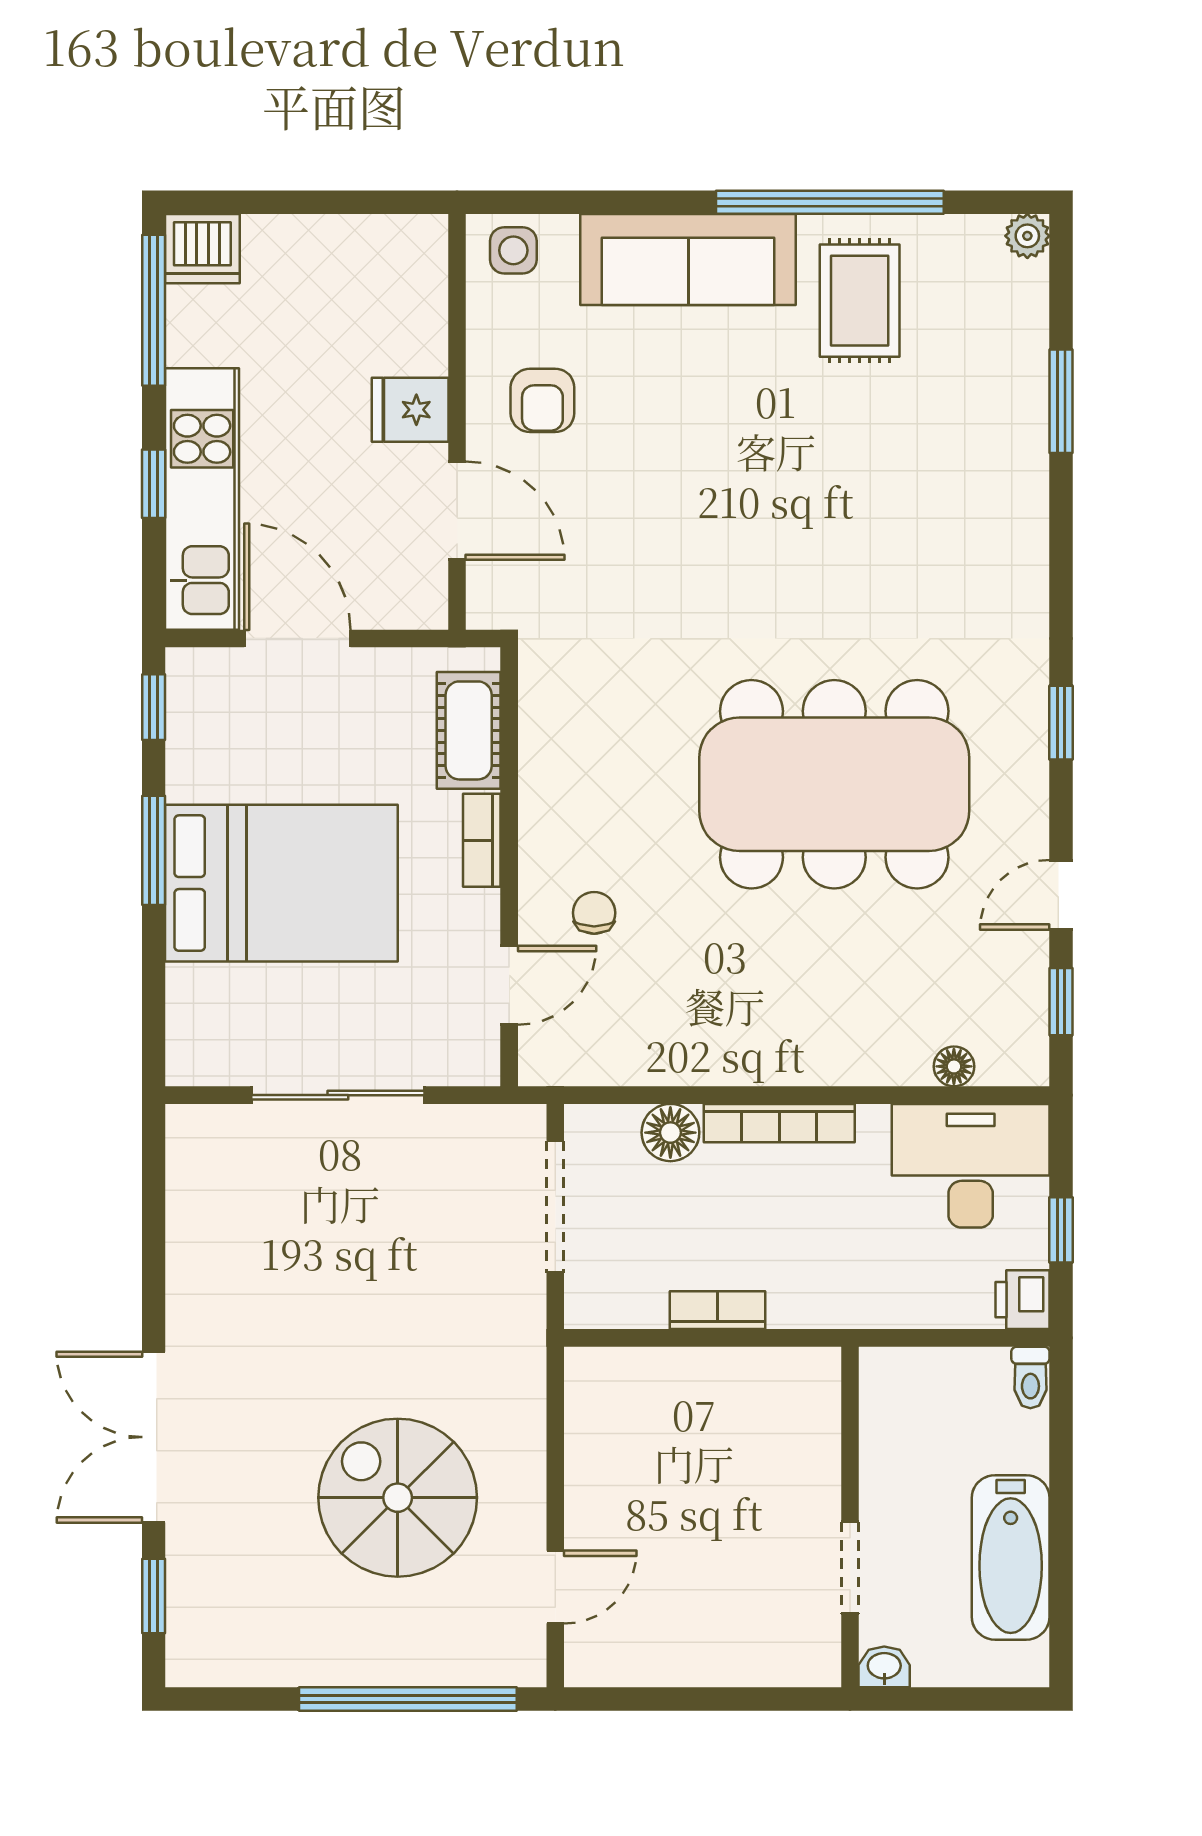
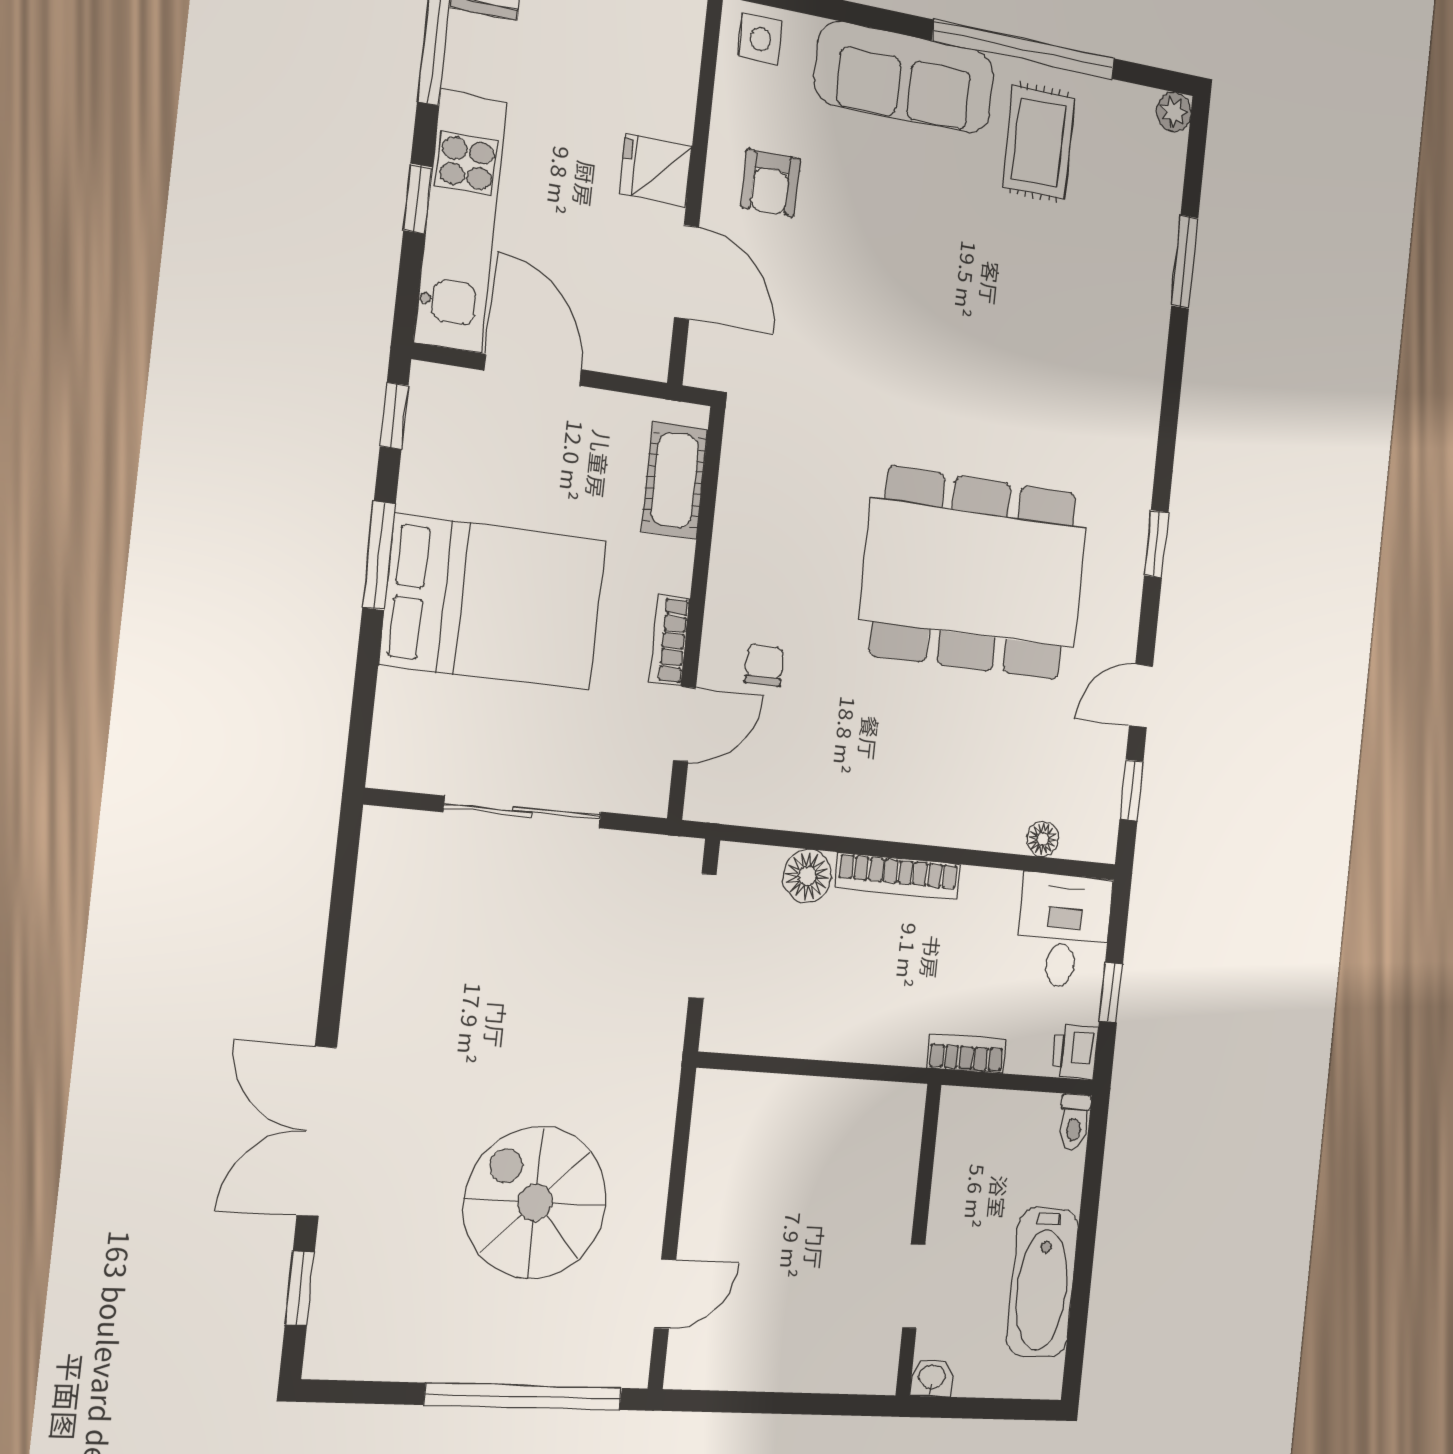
bookcase: (482, 840) -> (669, 640), moved
desk: (971, 1166) -> (1063, 931), width x0.73
bookcase: (718, 1310) -> (967, 1054), moved

